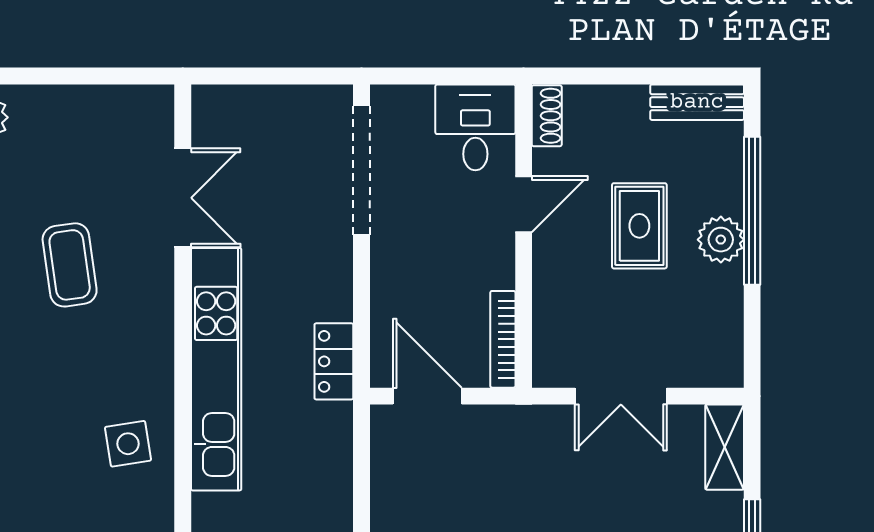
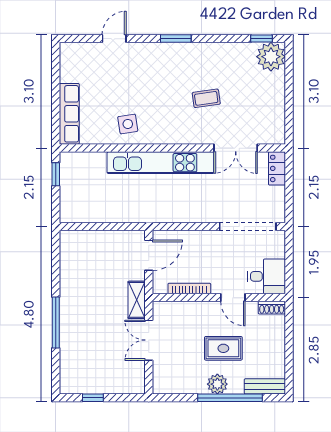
bench: (697, 102) -> (265, 386), moved, turned 90
coffee table: (70, 265) -> (206, 98), width x0.73, depth x0.77
bookcase: (503, 339) -> (189, 288), moved
locker: (334, 361) -> (277, 168), moved, turned -90
shelving: (725, 447) -> (137, 300), moved, turned 90

